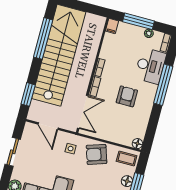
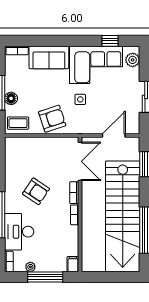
armchair: (127, 96) -> (36, 191), turned -56
double door: (83, 112) -> (80, 161), swing flipped
door: (48, 126) -> (114, 136), hinge flipped
floor lamp: (137, 144) -> (11, 143), removed
side table: (71, 149) -> (80, 99), moved

